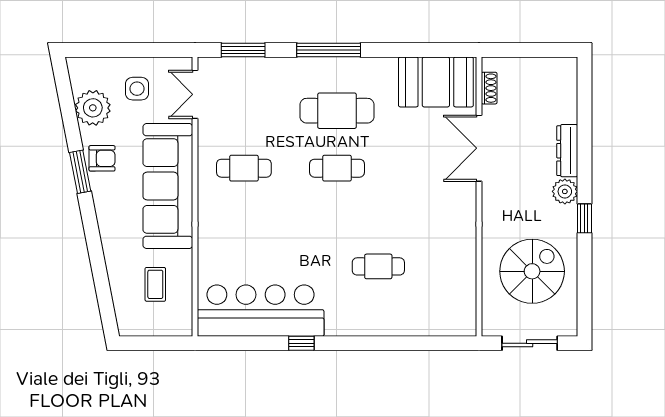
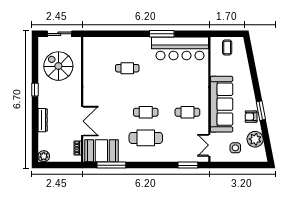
window: (329, 50) -> (111, 165), moved
double door: (195, 94) -> (209, 145), swing flipped
plant: (565, 191) -> (44, 156), moved
spiral stairs: (532, 271) -> (58, 66), turned 90
coffee table: (155, 284) -> (227, 47), moved
window: (301, 343) -> (162, 34), width x2.17

